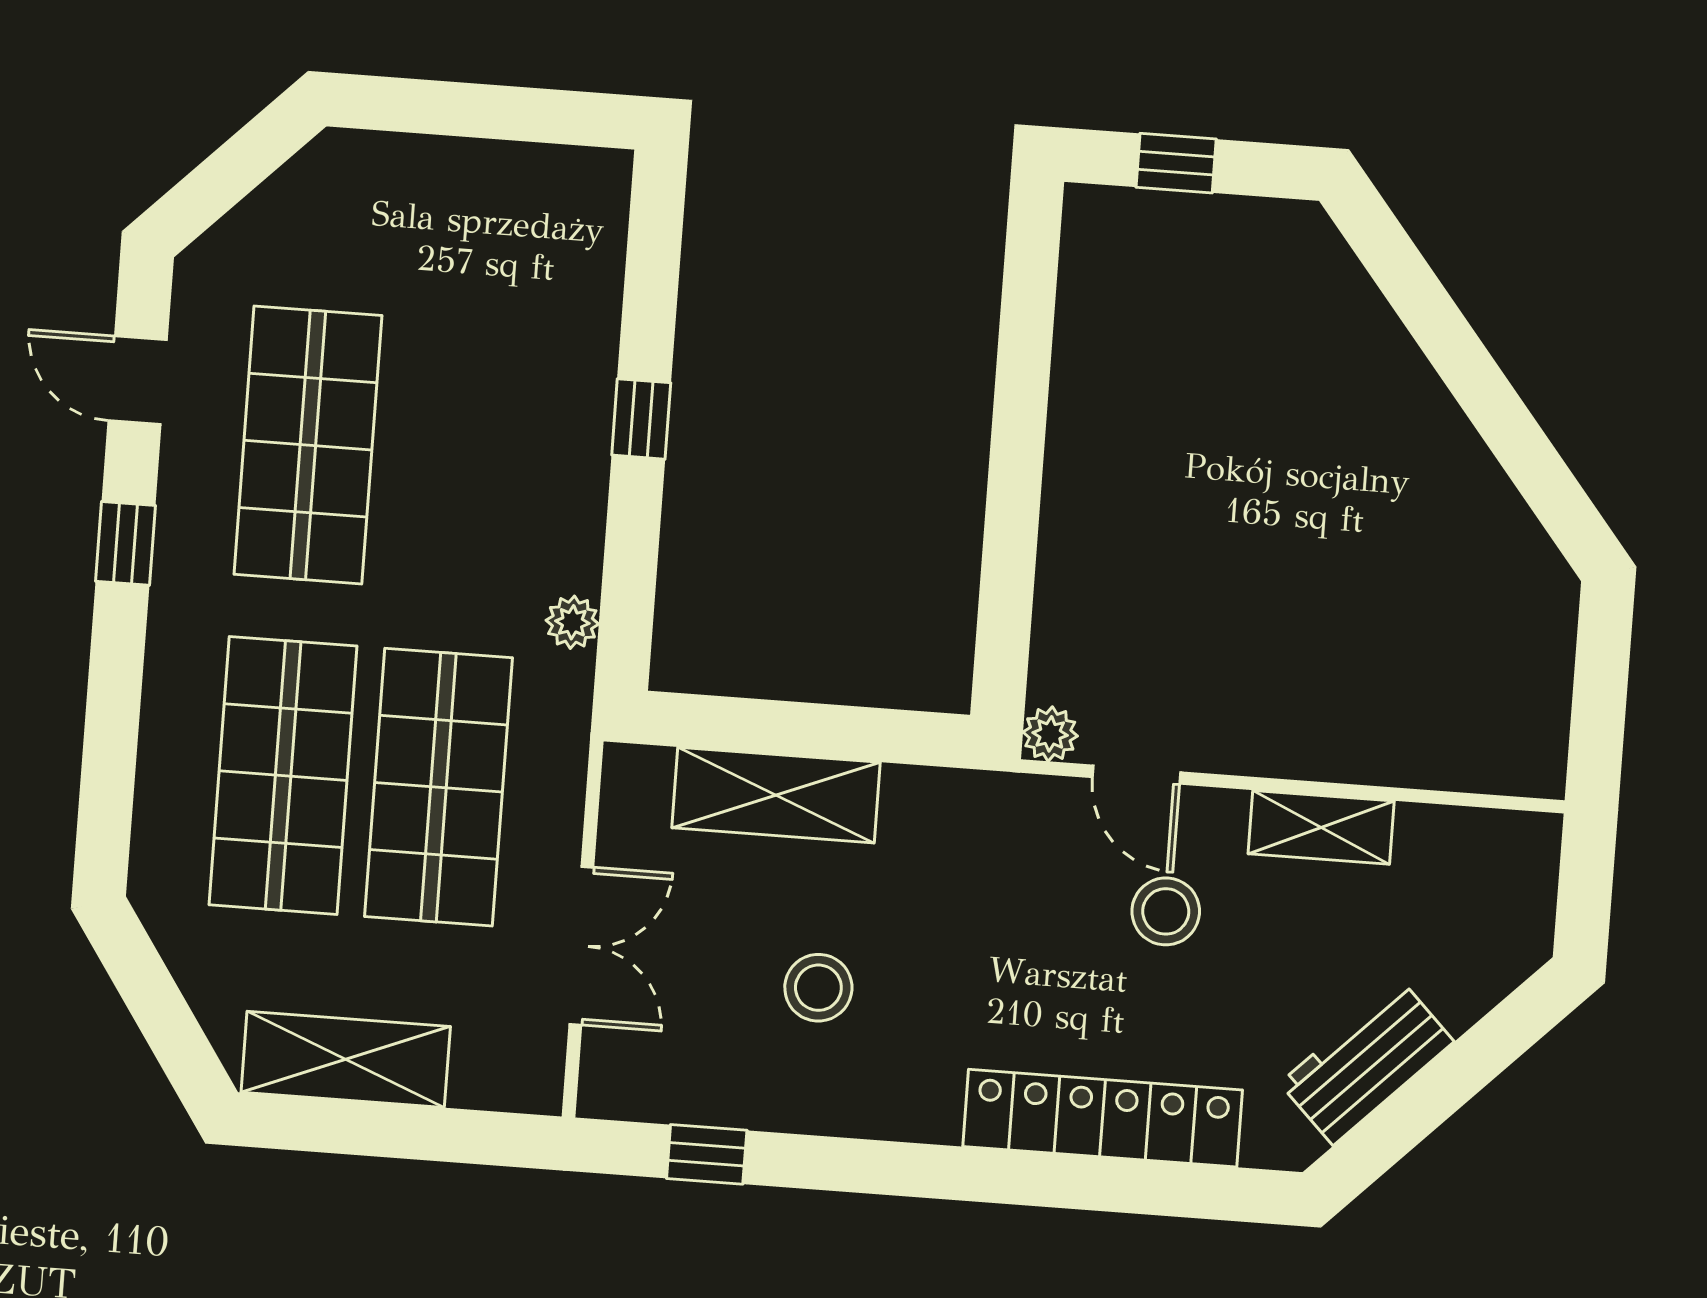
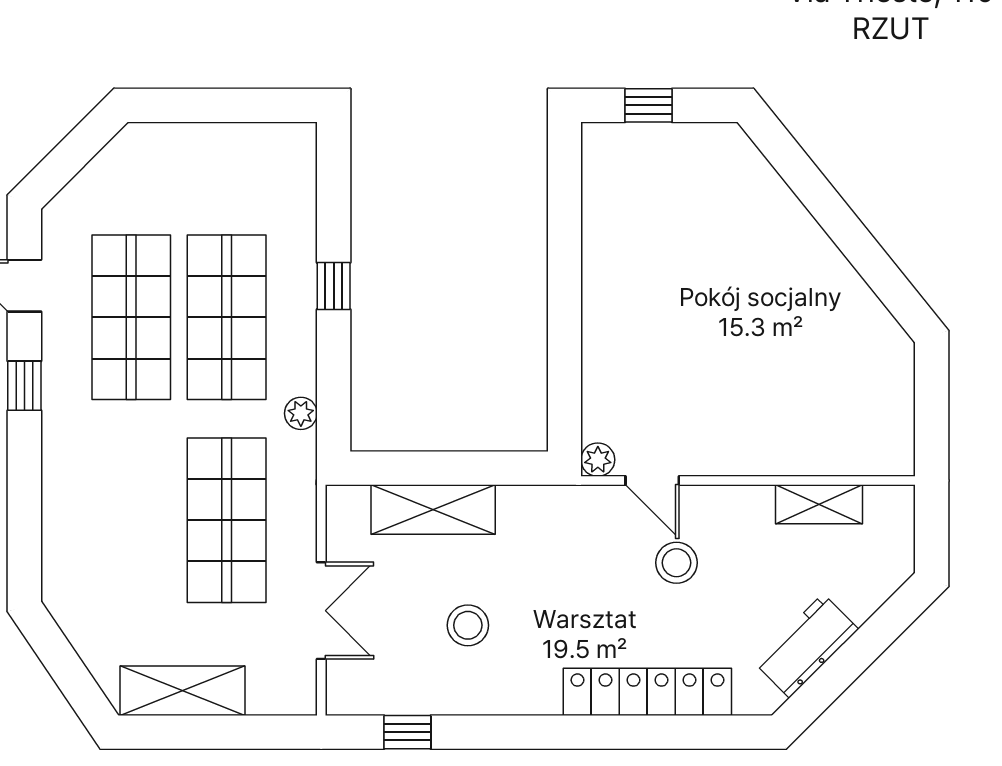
shop shelf: (283, 775) -> (227, 317), moved
shelving: (1321, 827) -> (819, 504), moved

